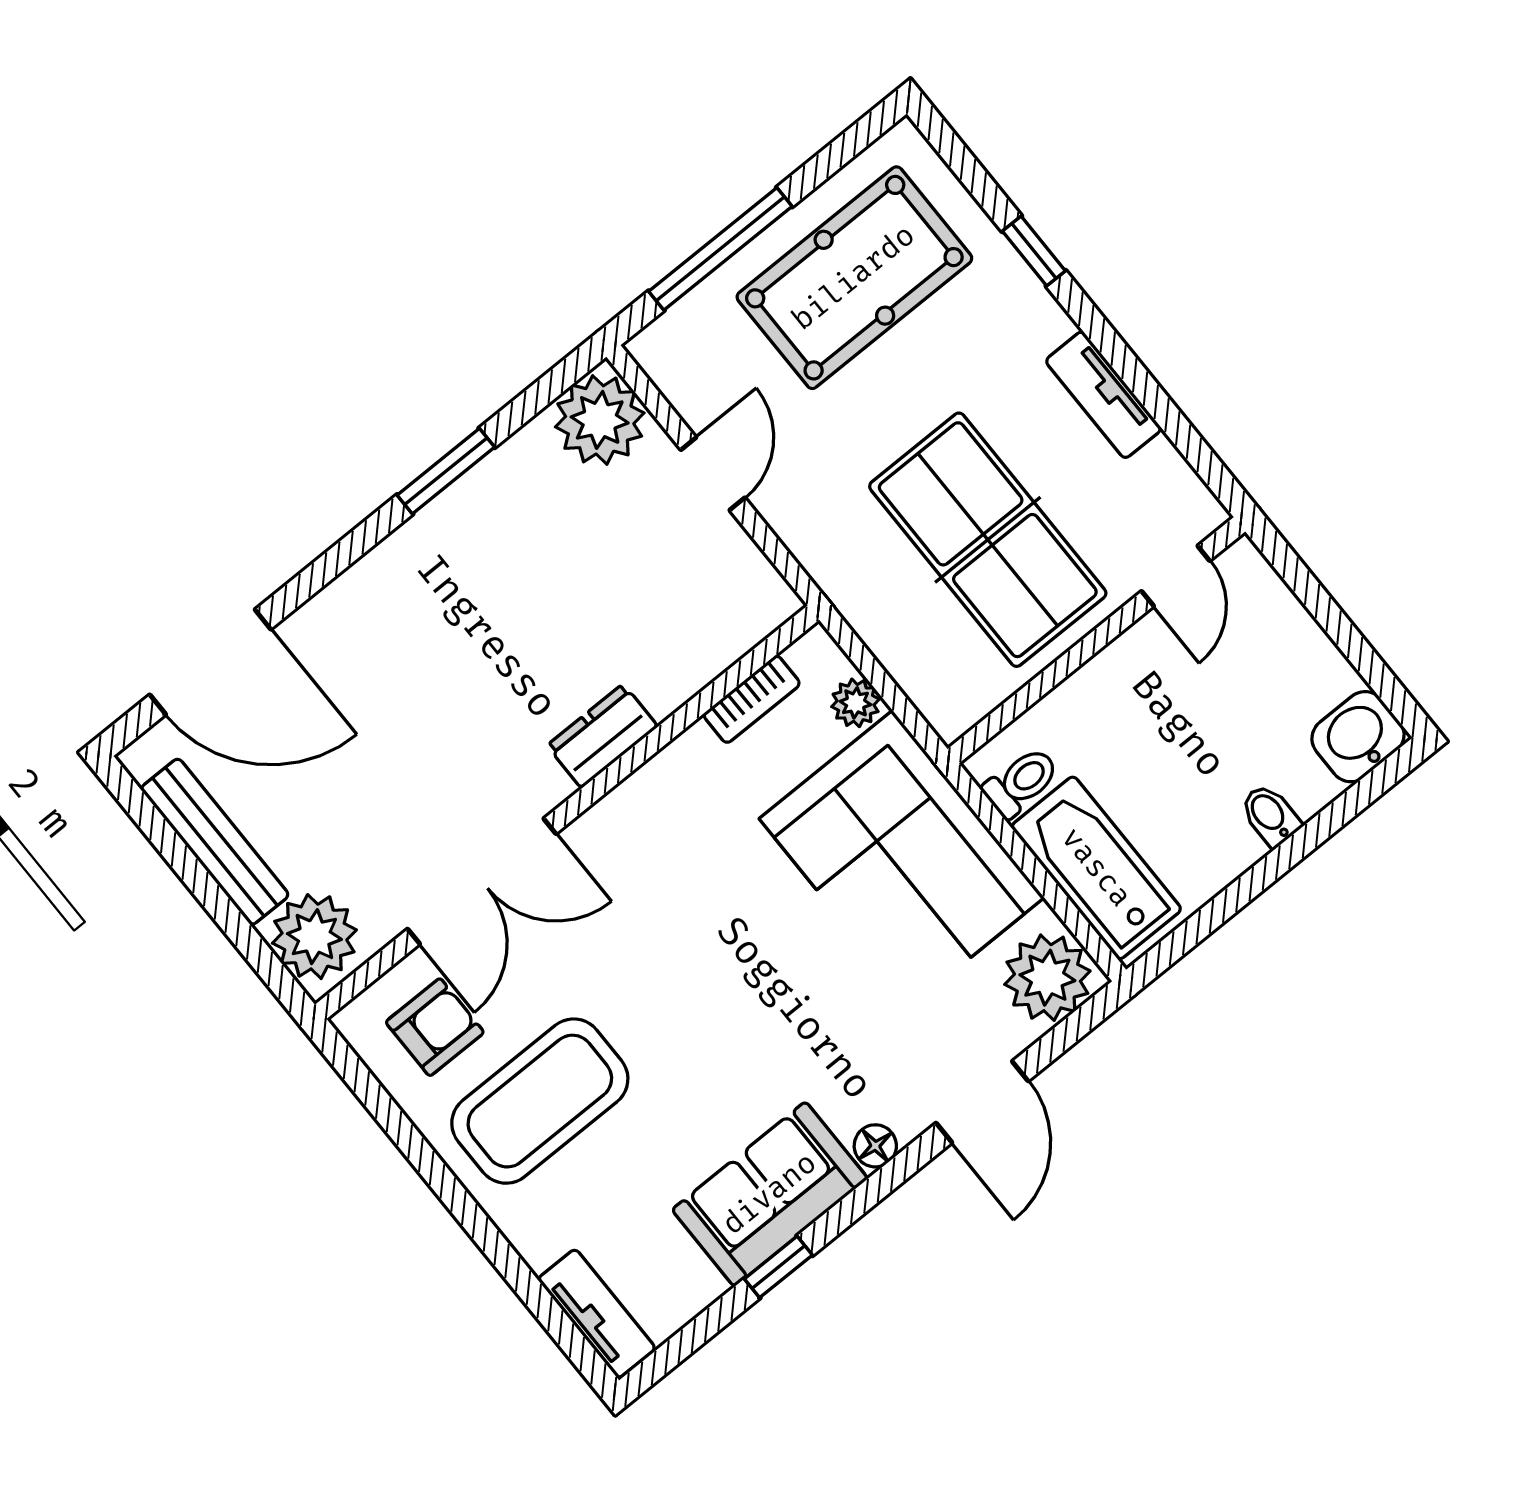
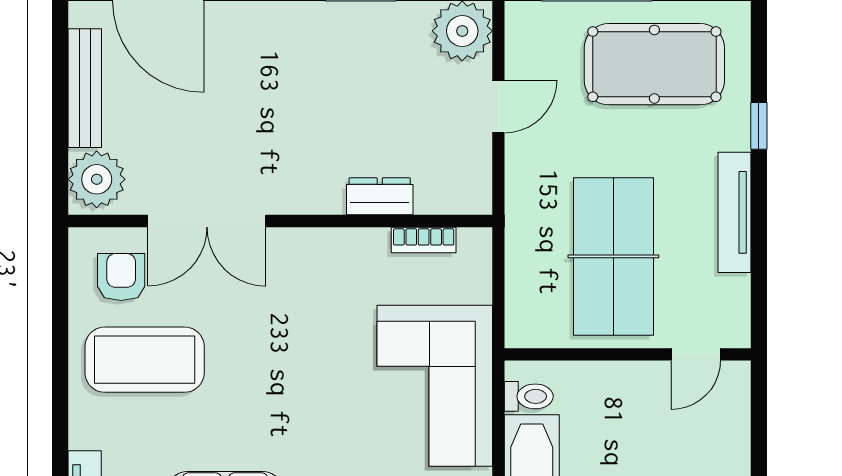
tv unit: (1103, 395) -> (734, 212), width x1.41
plant: (856, 703) -> (476, 286), removed
dresser: (602, 736) -> (380, 196), moved
armchair: (435, 1027) -> (121, 277), turned -90

